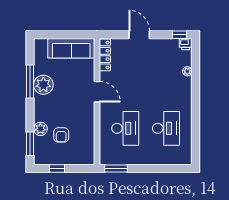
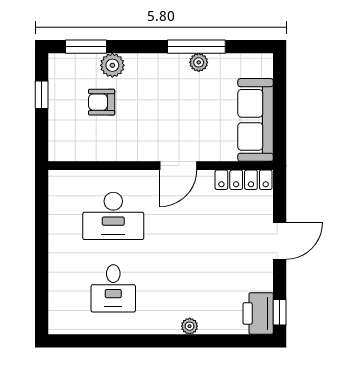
printer: (186, 44) -> (258, 313), width x1.87, depth x1.48
plant: (187, 71) -> (190, 326), moved
plant: (43, 85) -> (199, 62), width x0.53, depth x0.53
desk: (166, 128) -> (113, 288), width x0.73
window: (116, 169) -> (42, 200), removed

